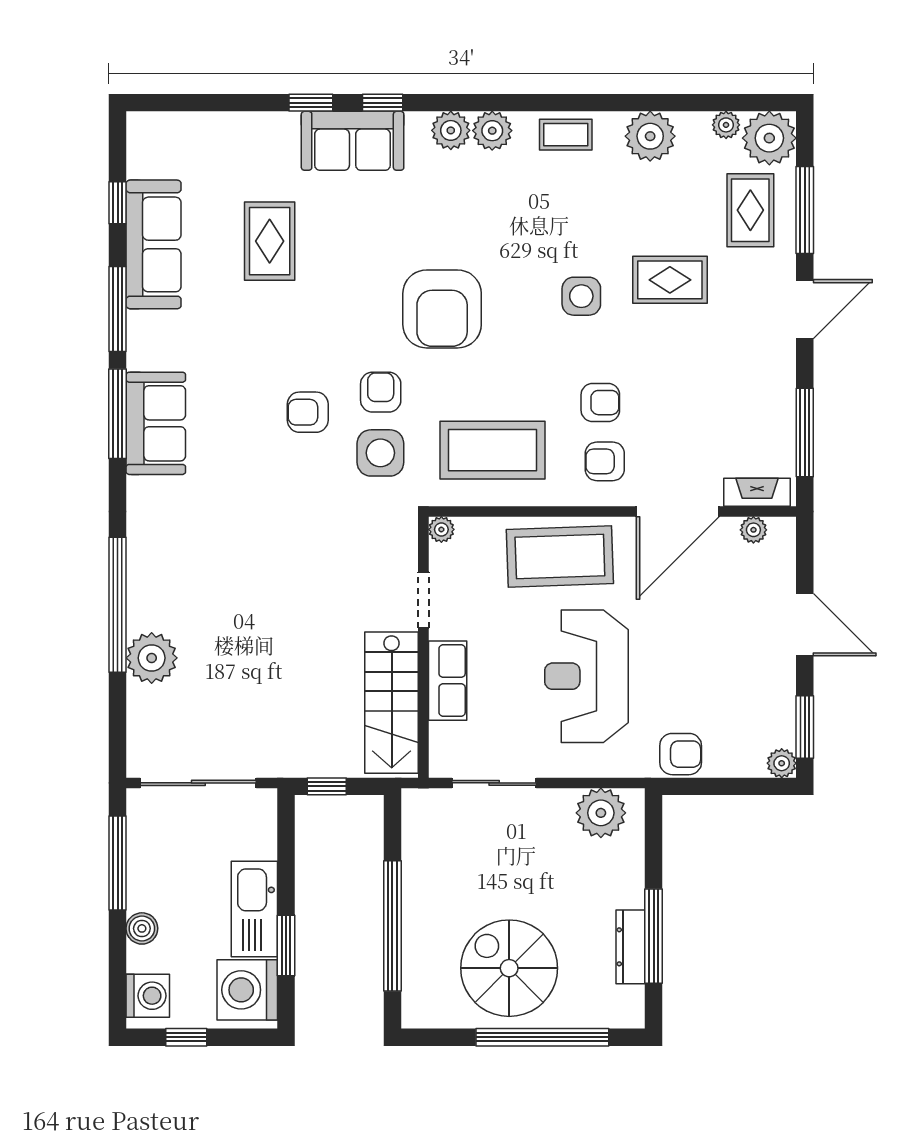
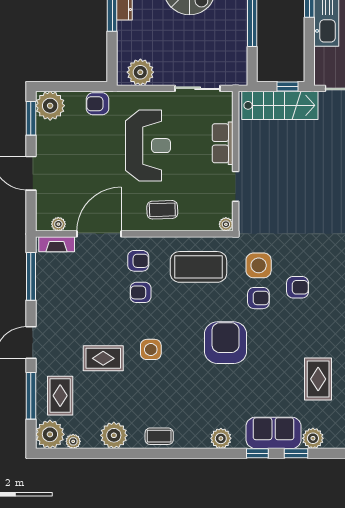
plant: (492, 131) -> (313, 438), moved
armchair: (381, 392) -> (258, 298), turned -90
coffee table: (560, 557) -> (162, 210), width x0.54, depth x0.58
stairs: (392, 703) -> (280, 105), moved, turned 90
plant: (782, 763) -> (50, 106), width x1.87, depth x1.87

